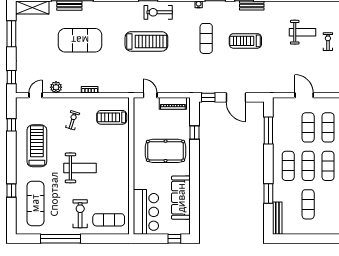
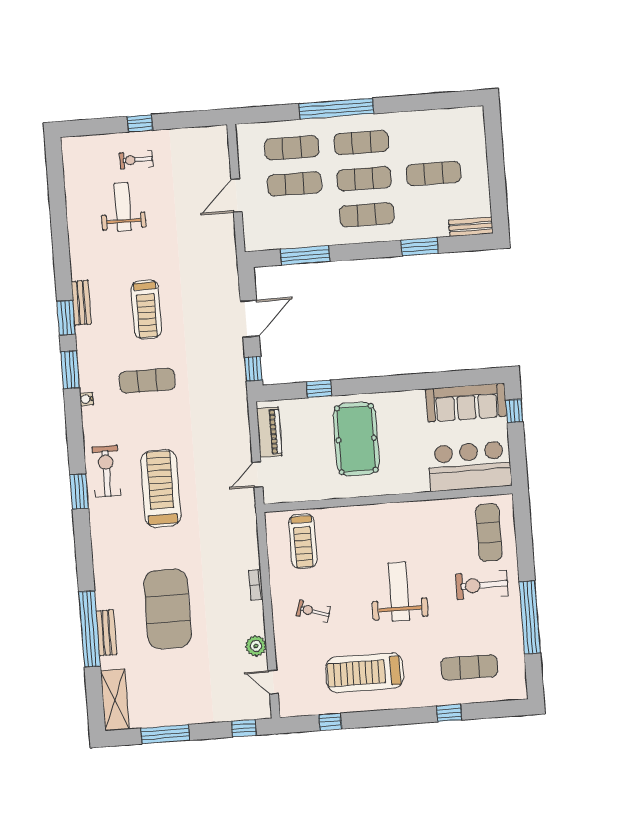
exercise bike: (158, 12) -> (106, 471), turned 180
sofa: (181, 198) -> (466, 403), moved
exercise mat: (35, 203) -> (469, 667), width x0.73, depth x0.69
bench: (277, 218) -> (471, 227), width x0.73

